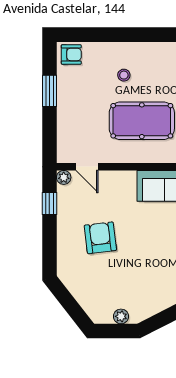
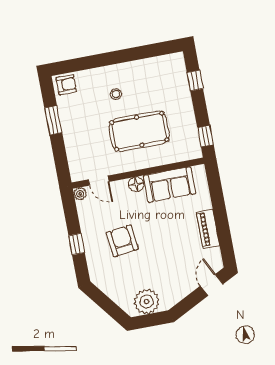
floor lamp: (127, 179) -> (136, 184), added
window: (49, 203) -> (77, 244), moved
plant: (121, 316) -> (147, 302), width x1.88, depth x1.88

